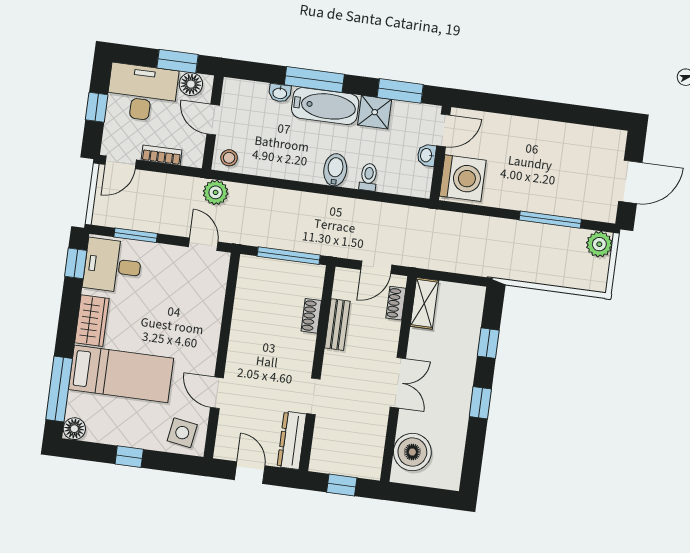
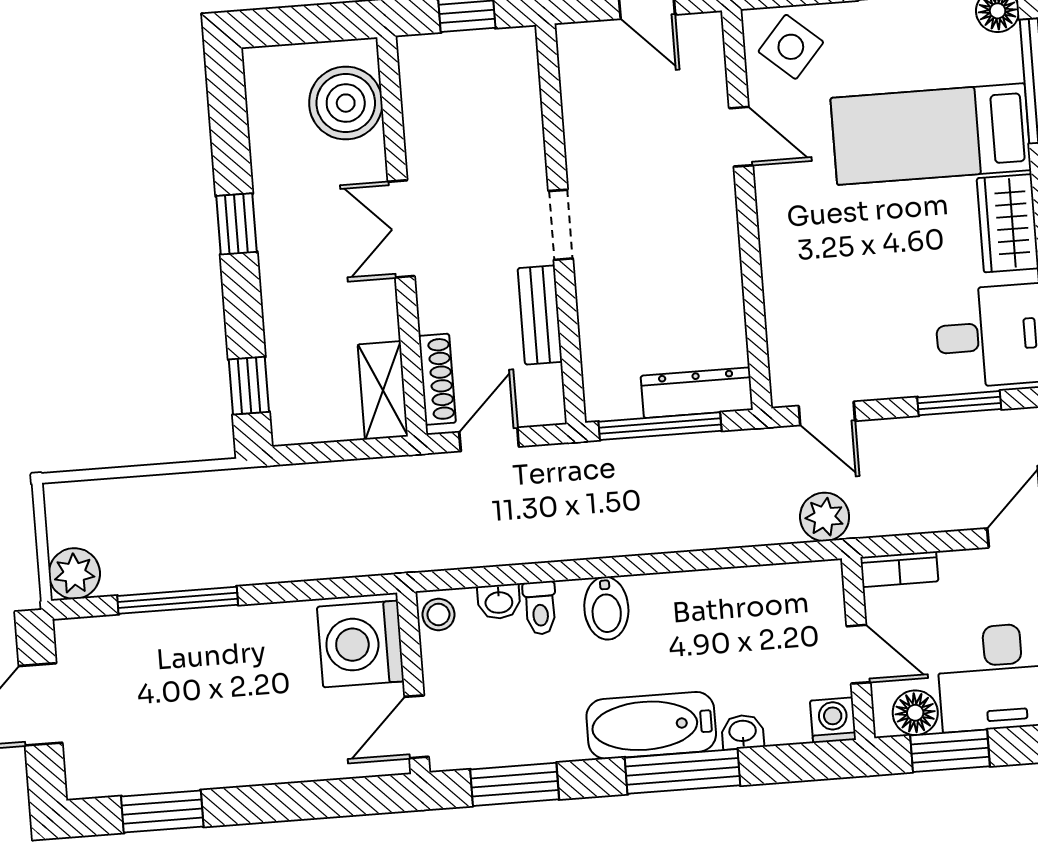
washing machine: (233, 89) -> (833, 720), added
shower: (375, 112) -> (555, 734), removed
window: (581, 115) -> (162, 811), added
bookcase: (162, 155) -> (899, 569), moved
washbasin: (427, 155) -> (499, 602), moved, turned 90
stool: (229, 158) -> (438, 614), moved
shoe rack: (396, 303) -> (437, 379), width x1.43
shoe rack: (311, 316) -> (593, 321), removed
window: (488, 343) -> (249, 386), moved
doorway: (313, 396) -> (561, 225), moved
side table: (182, 433) -> (791, 47), turned 32
dresser: (292, 440) -> (697, 393), moved, turned -90

